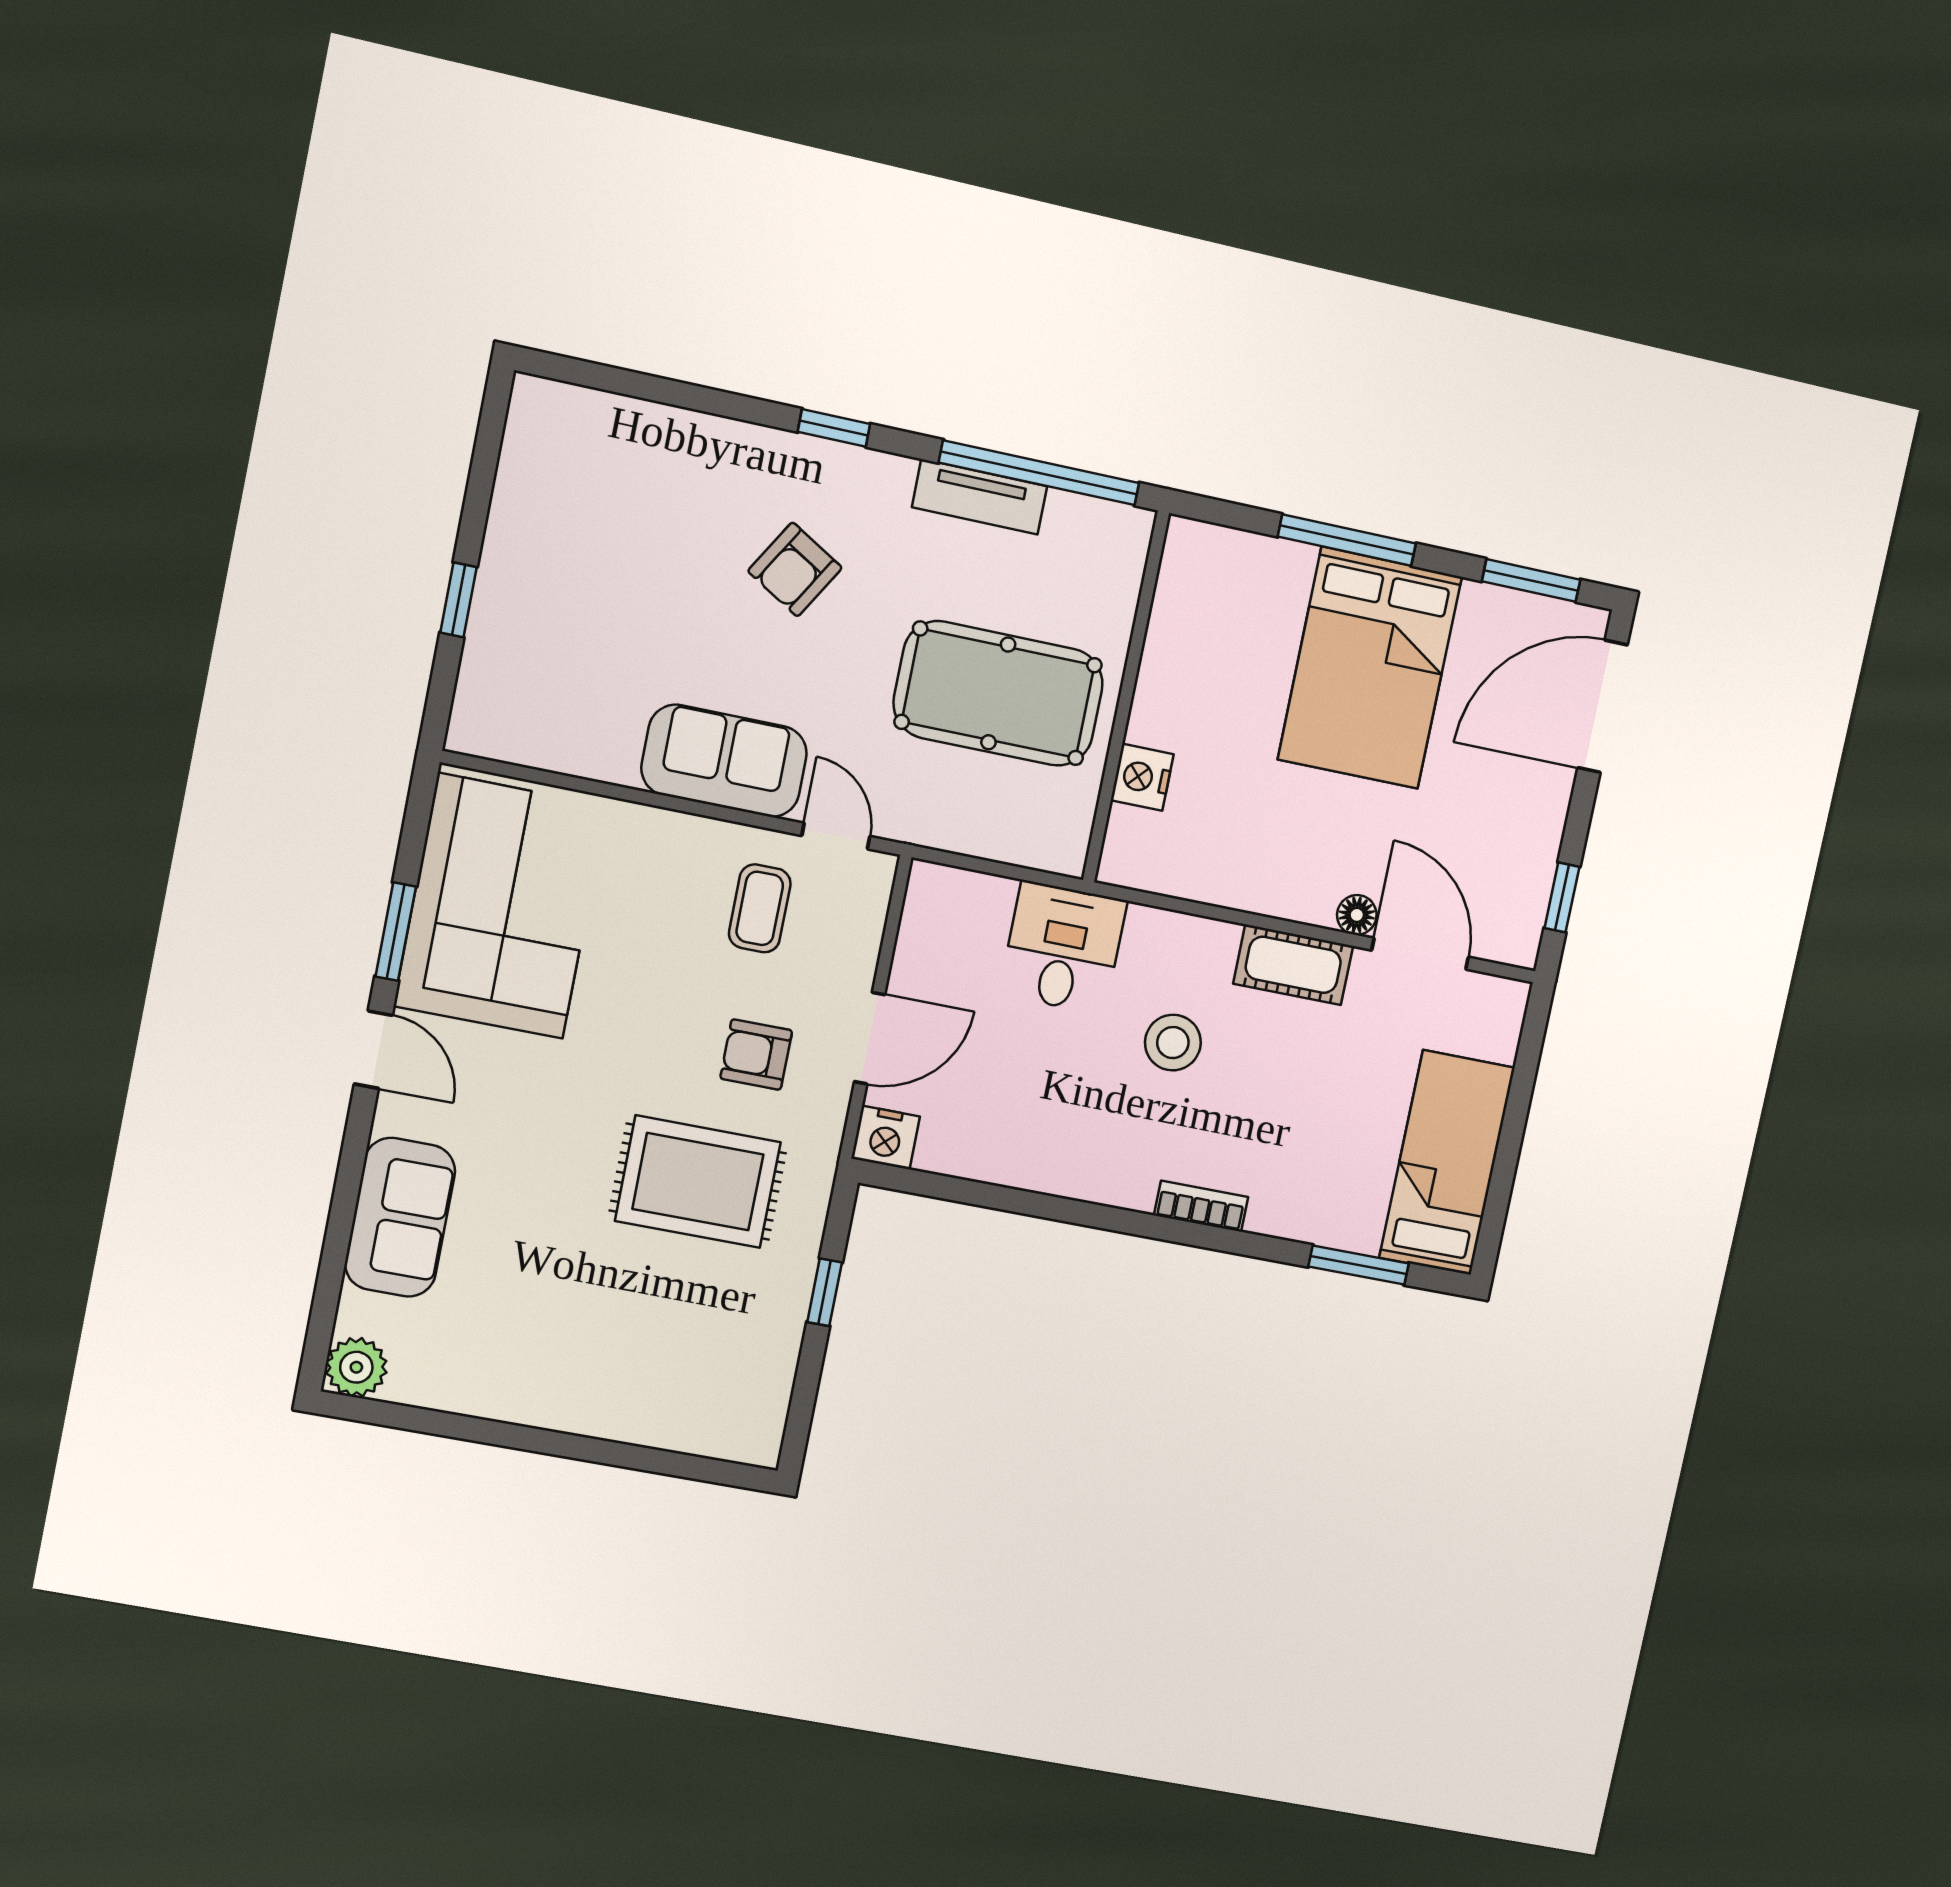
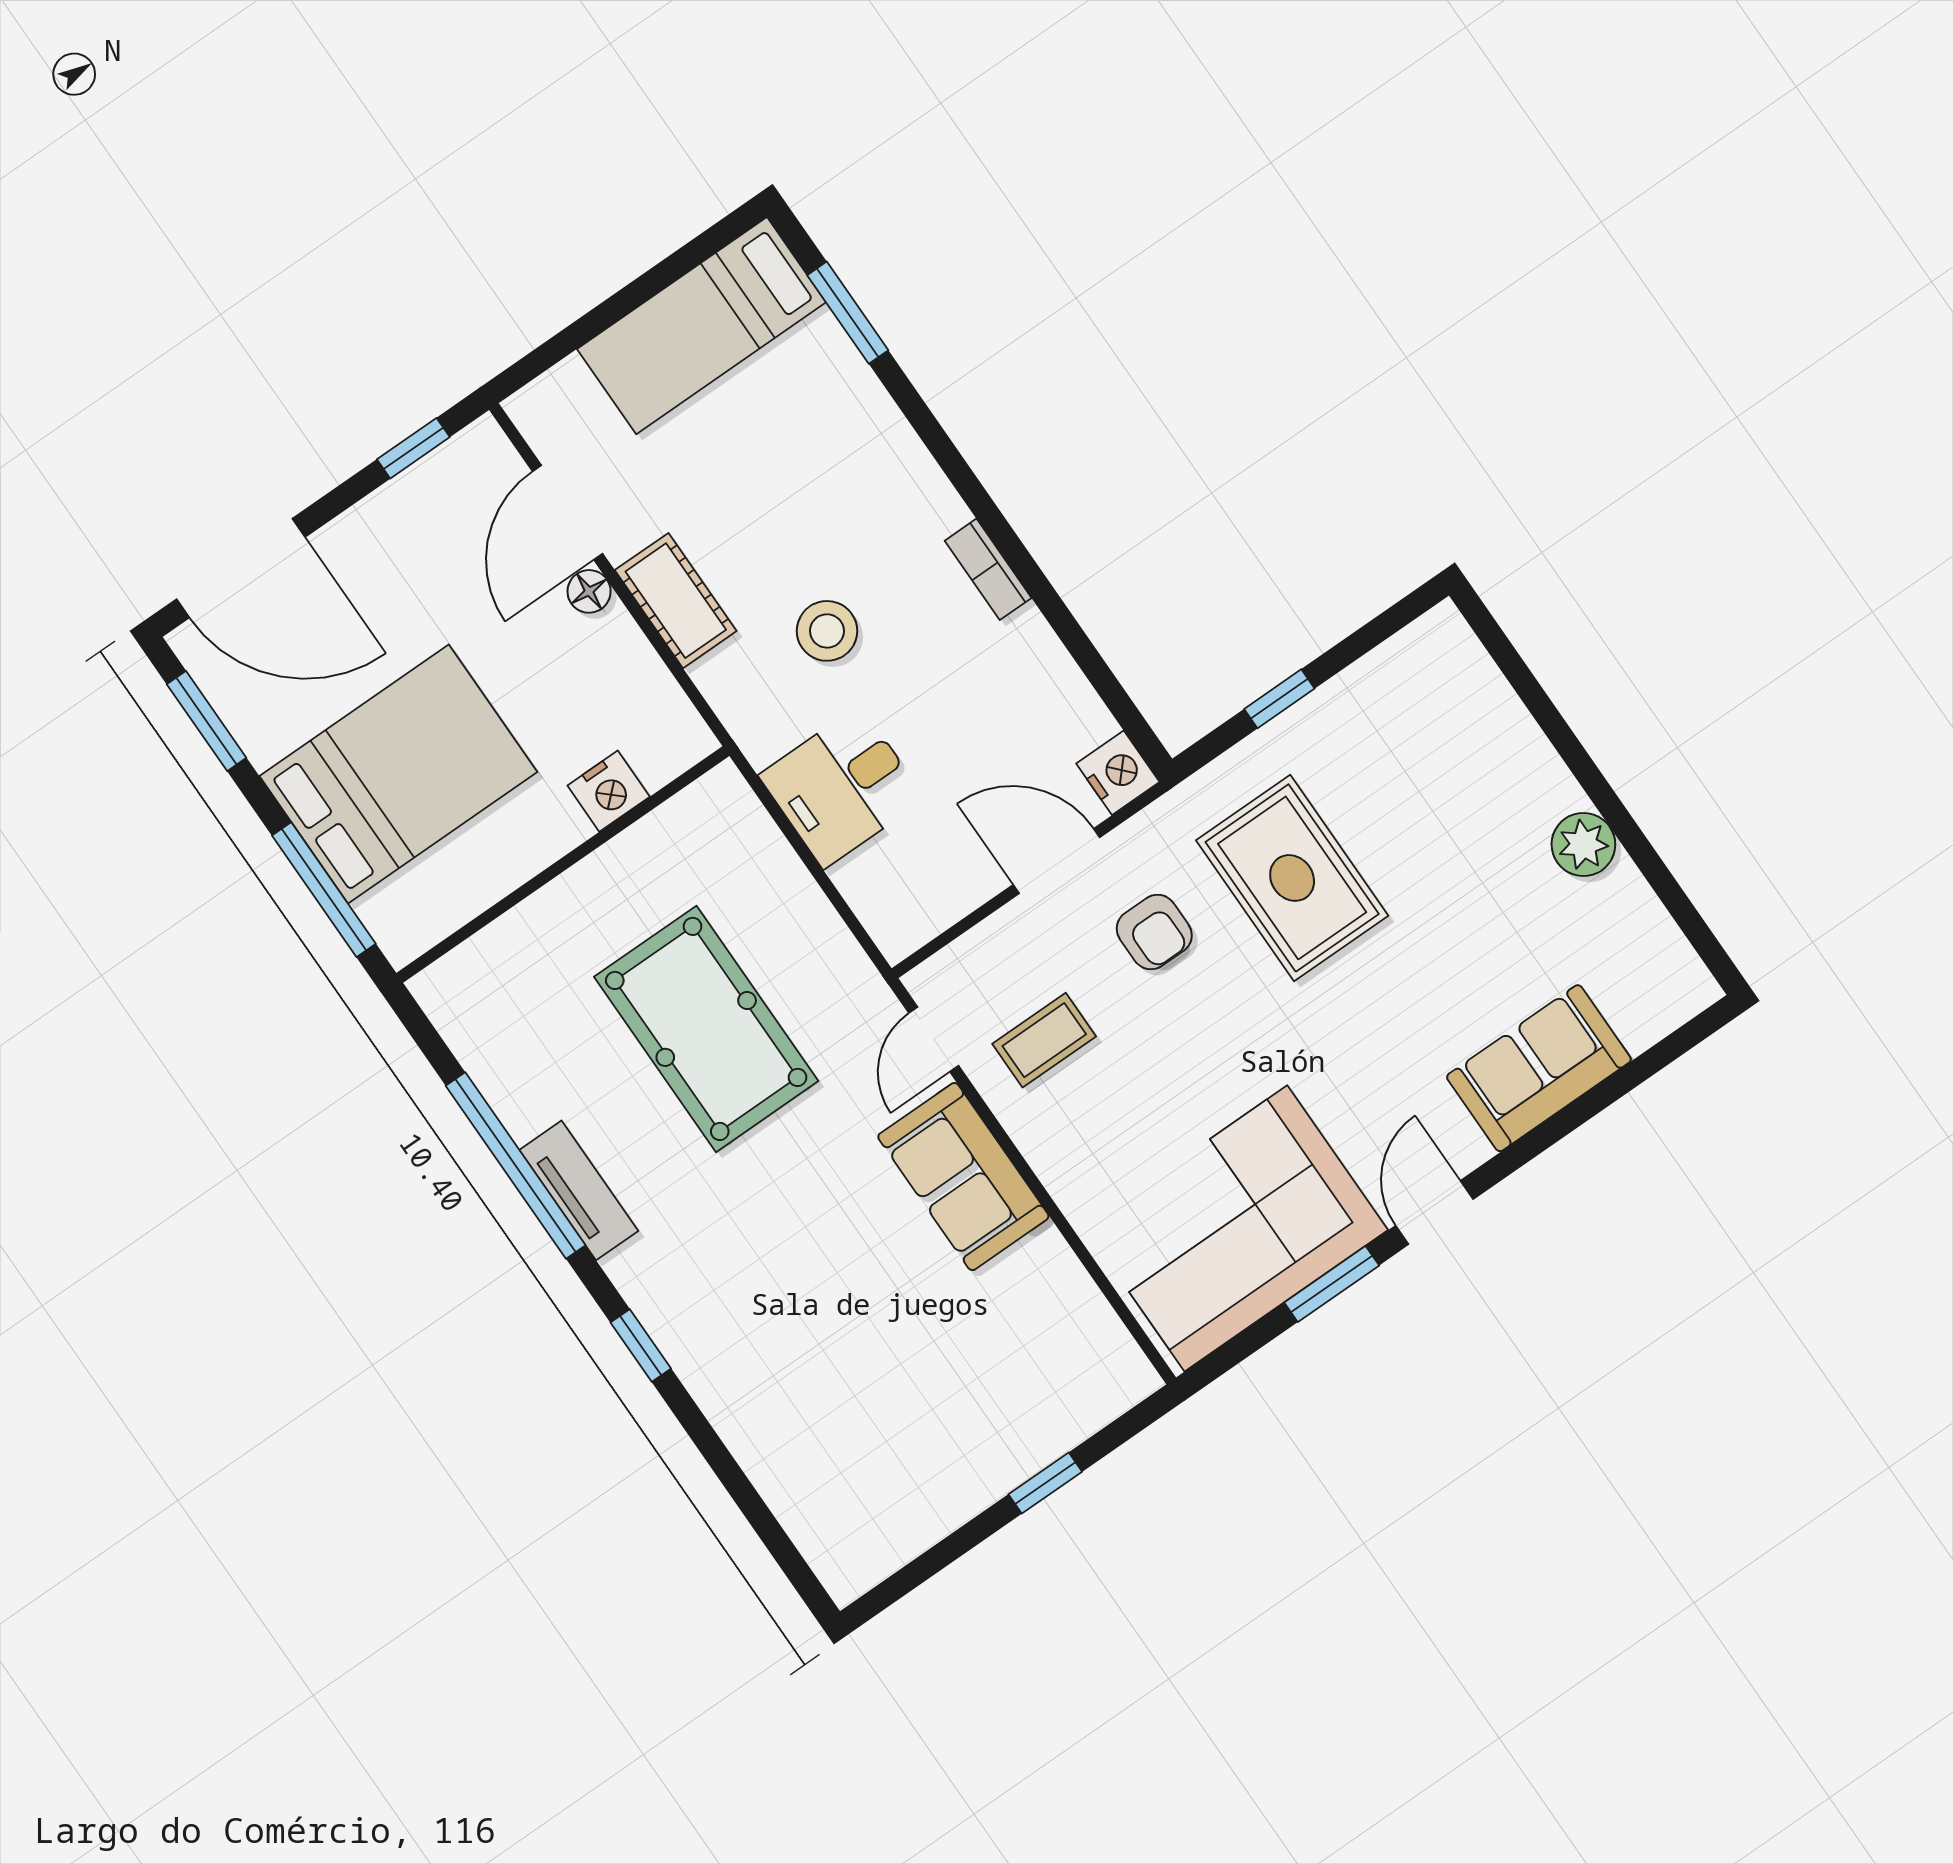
armchair: (795, 569) -> (772, 1268), removed
wall: (1126, 697) -> (563, 864), moved
nightstand: (1142, 777) -> (609, 791), moved
bookcase: (1201, 1206) -> (988, 569), moved
plant: (356, 1367) -> (1583, 845), moved

